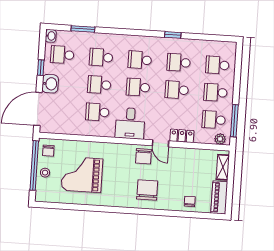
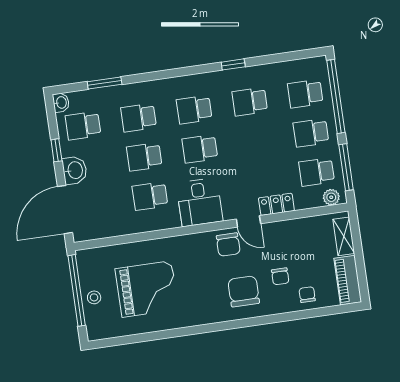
window: (238, 71) -> (336, 96), added
school desk: (177, 90) -> (255, 141), removed
chair: (48, 151) -> (280, 276), moved
grand piano: (82, 175) -> (147, 289), turned 180

